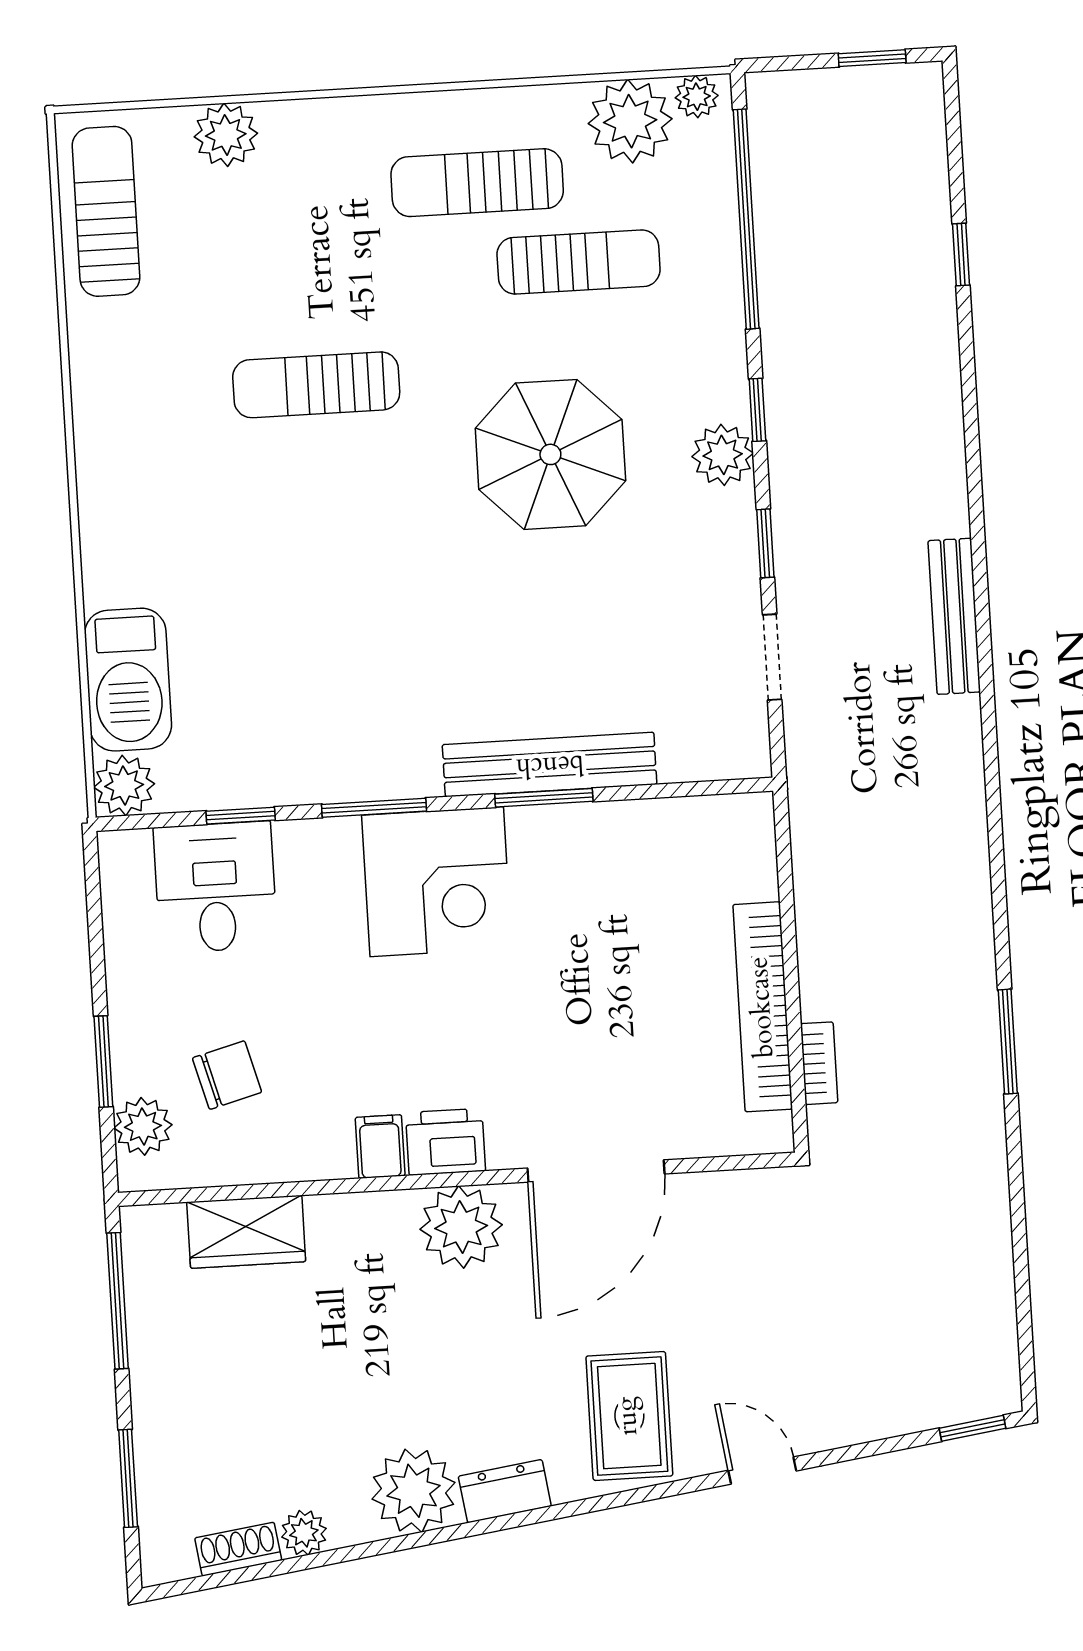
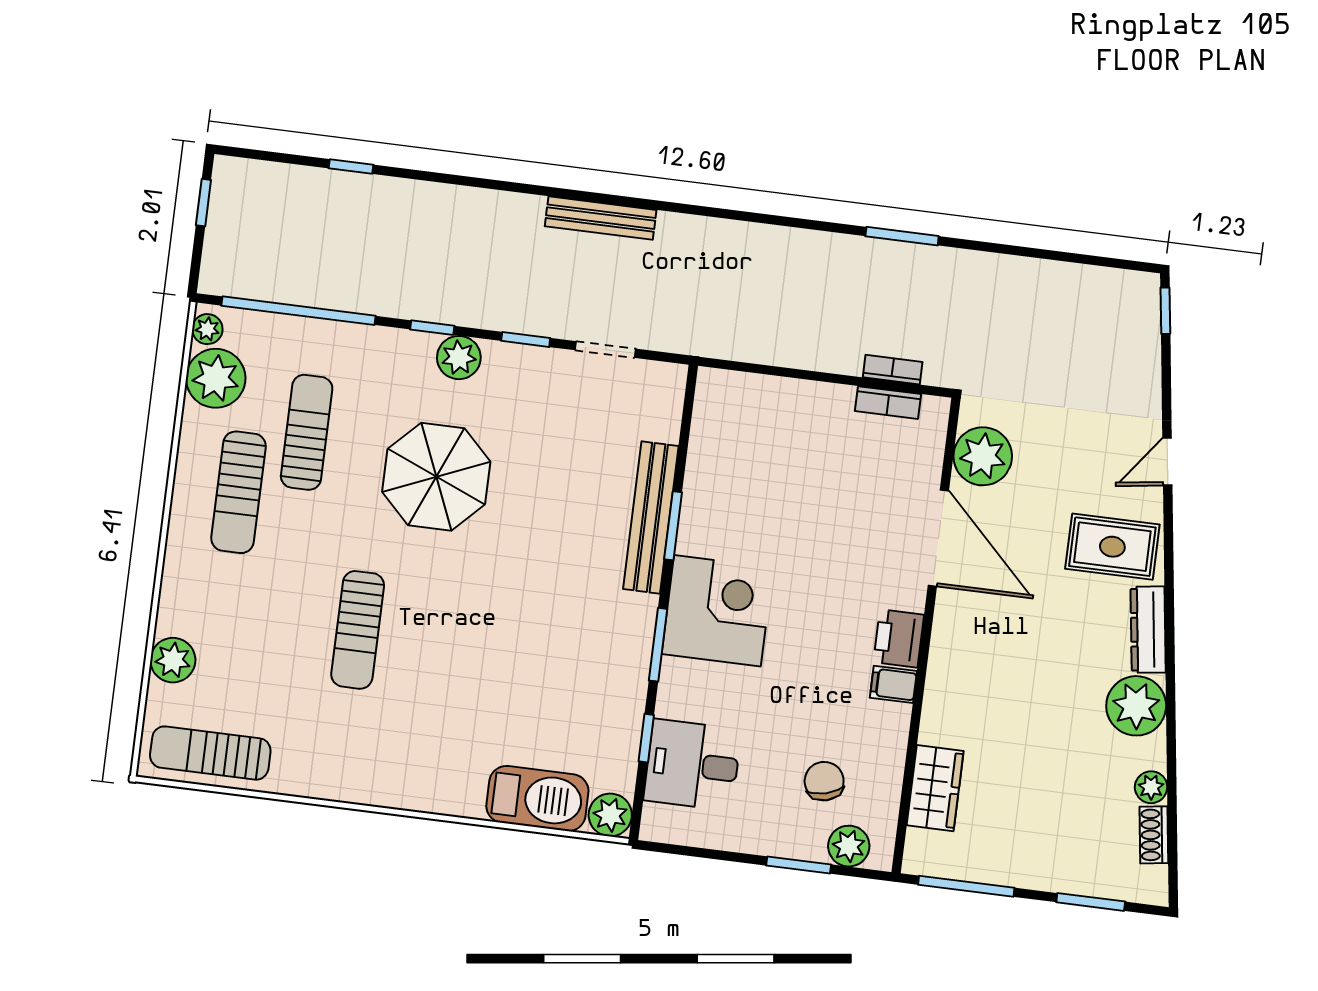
bookcase: (763, 1007) -> (888, 403), width x0.43, depth x0.76
plant: (461, 1227) -> (983, 456), moved
dresser: (505, 1491) -> (1148, 630), width x1.44

